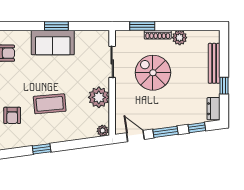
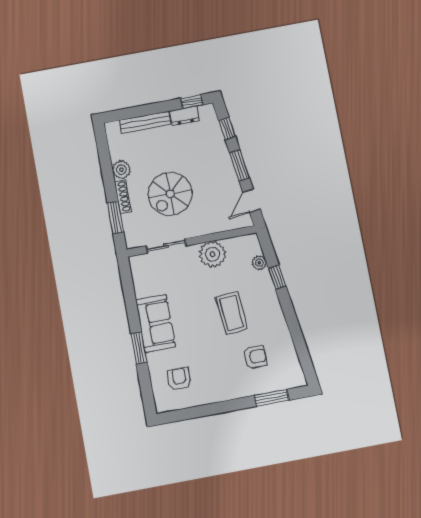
window: (56, 26) -> (139, 348), moved
window: (224, 86) -> (192, 101), moved
dresser: (213, 109) -> (185, 116), moved
plant: (103, 131) -> (259, 263), moved
window: (42, 149) -> (277, 277), moved

